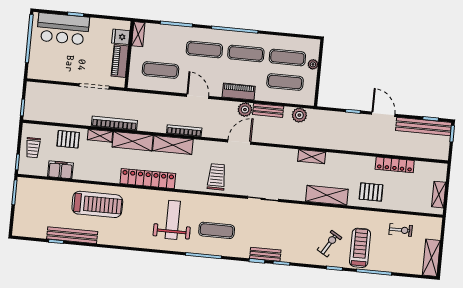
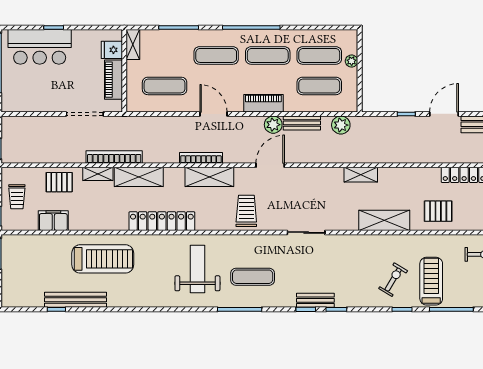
door: (383, 114) -> (444, 114), hinge flipped
shelving: (173, 145) -> (209, 177), moved

